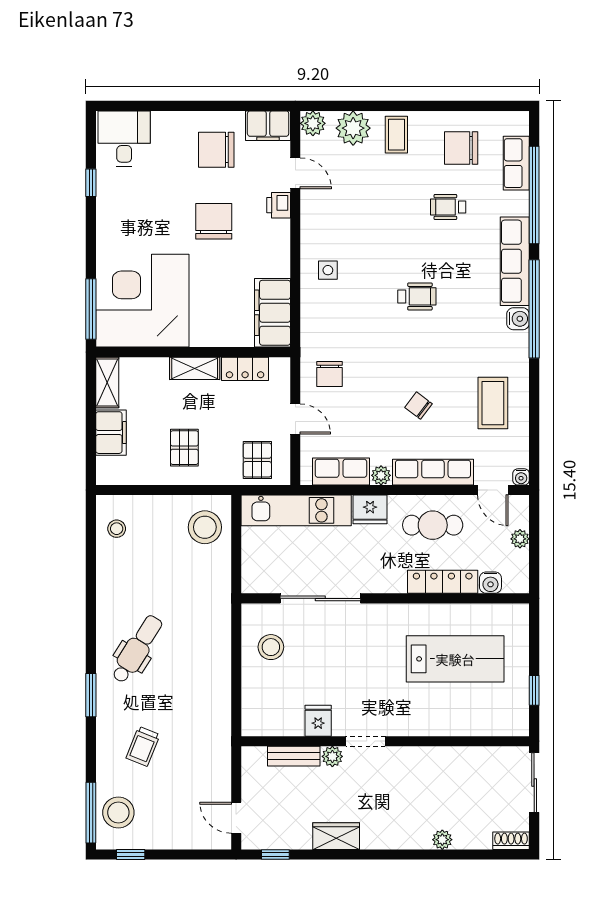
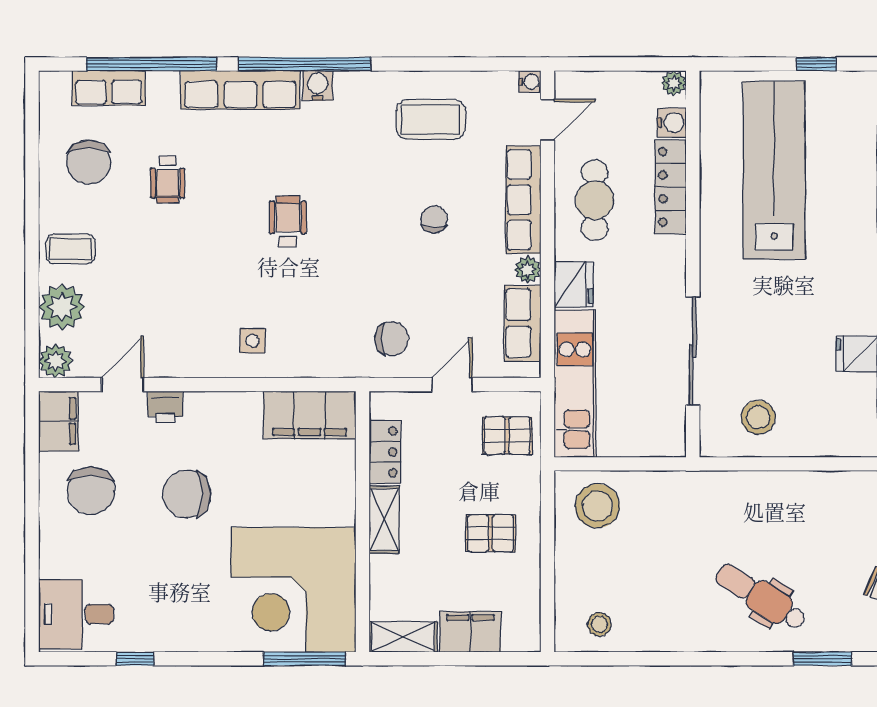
chair: (419, 406) -> (434, 219), turned 143
plant: (520, 539) -> (674, 83), moved
lab bench: (455, 659) -> (774, 170), width x1.36

